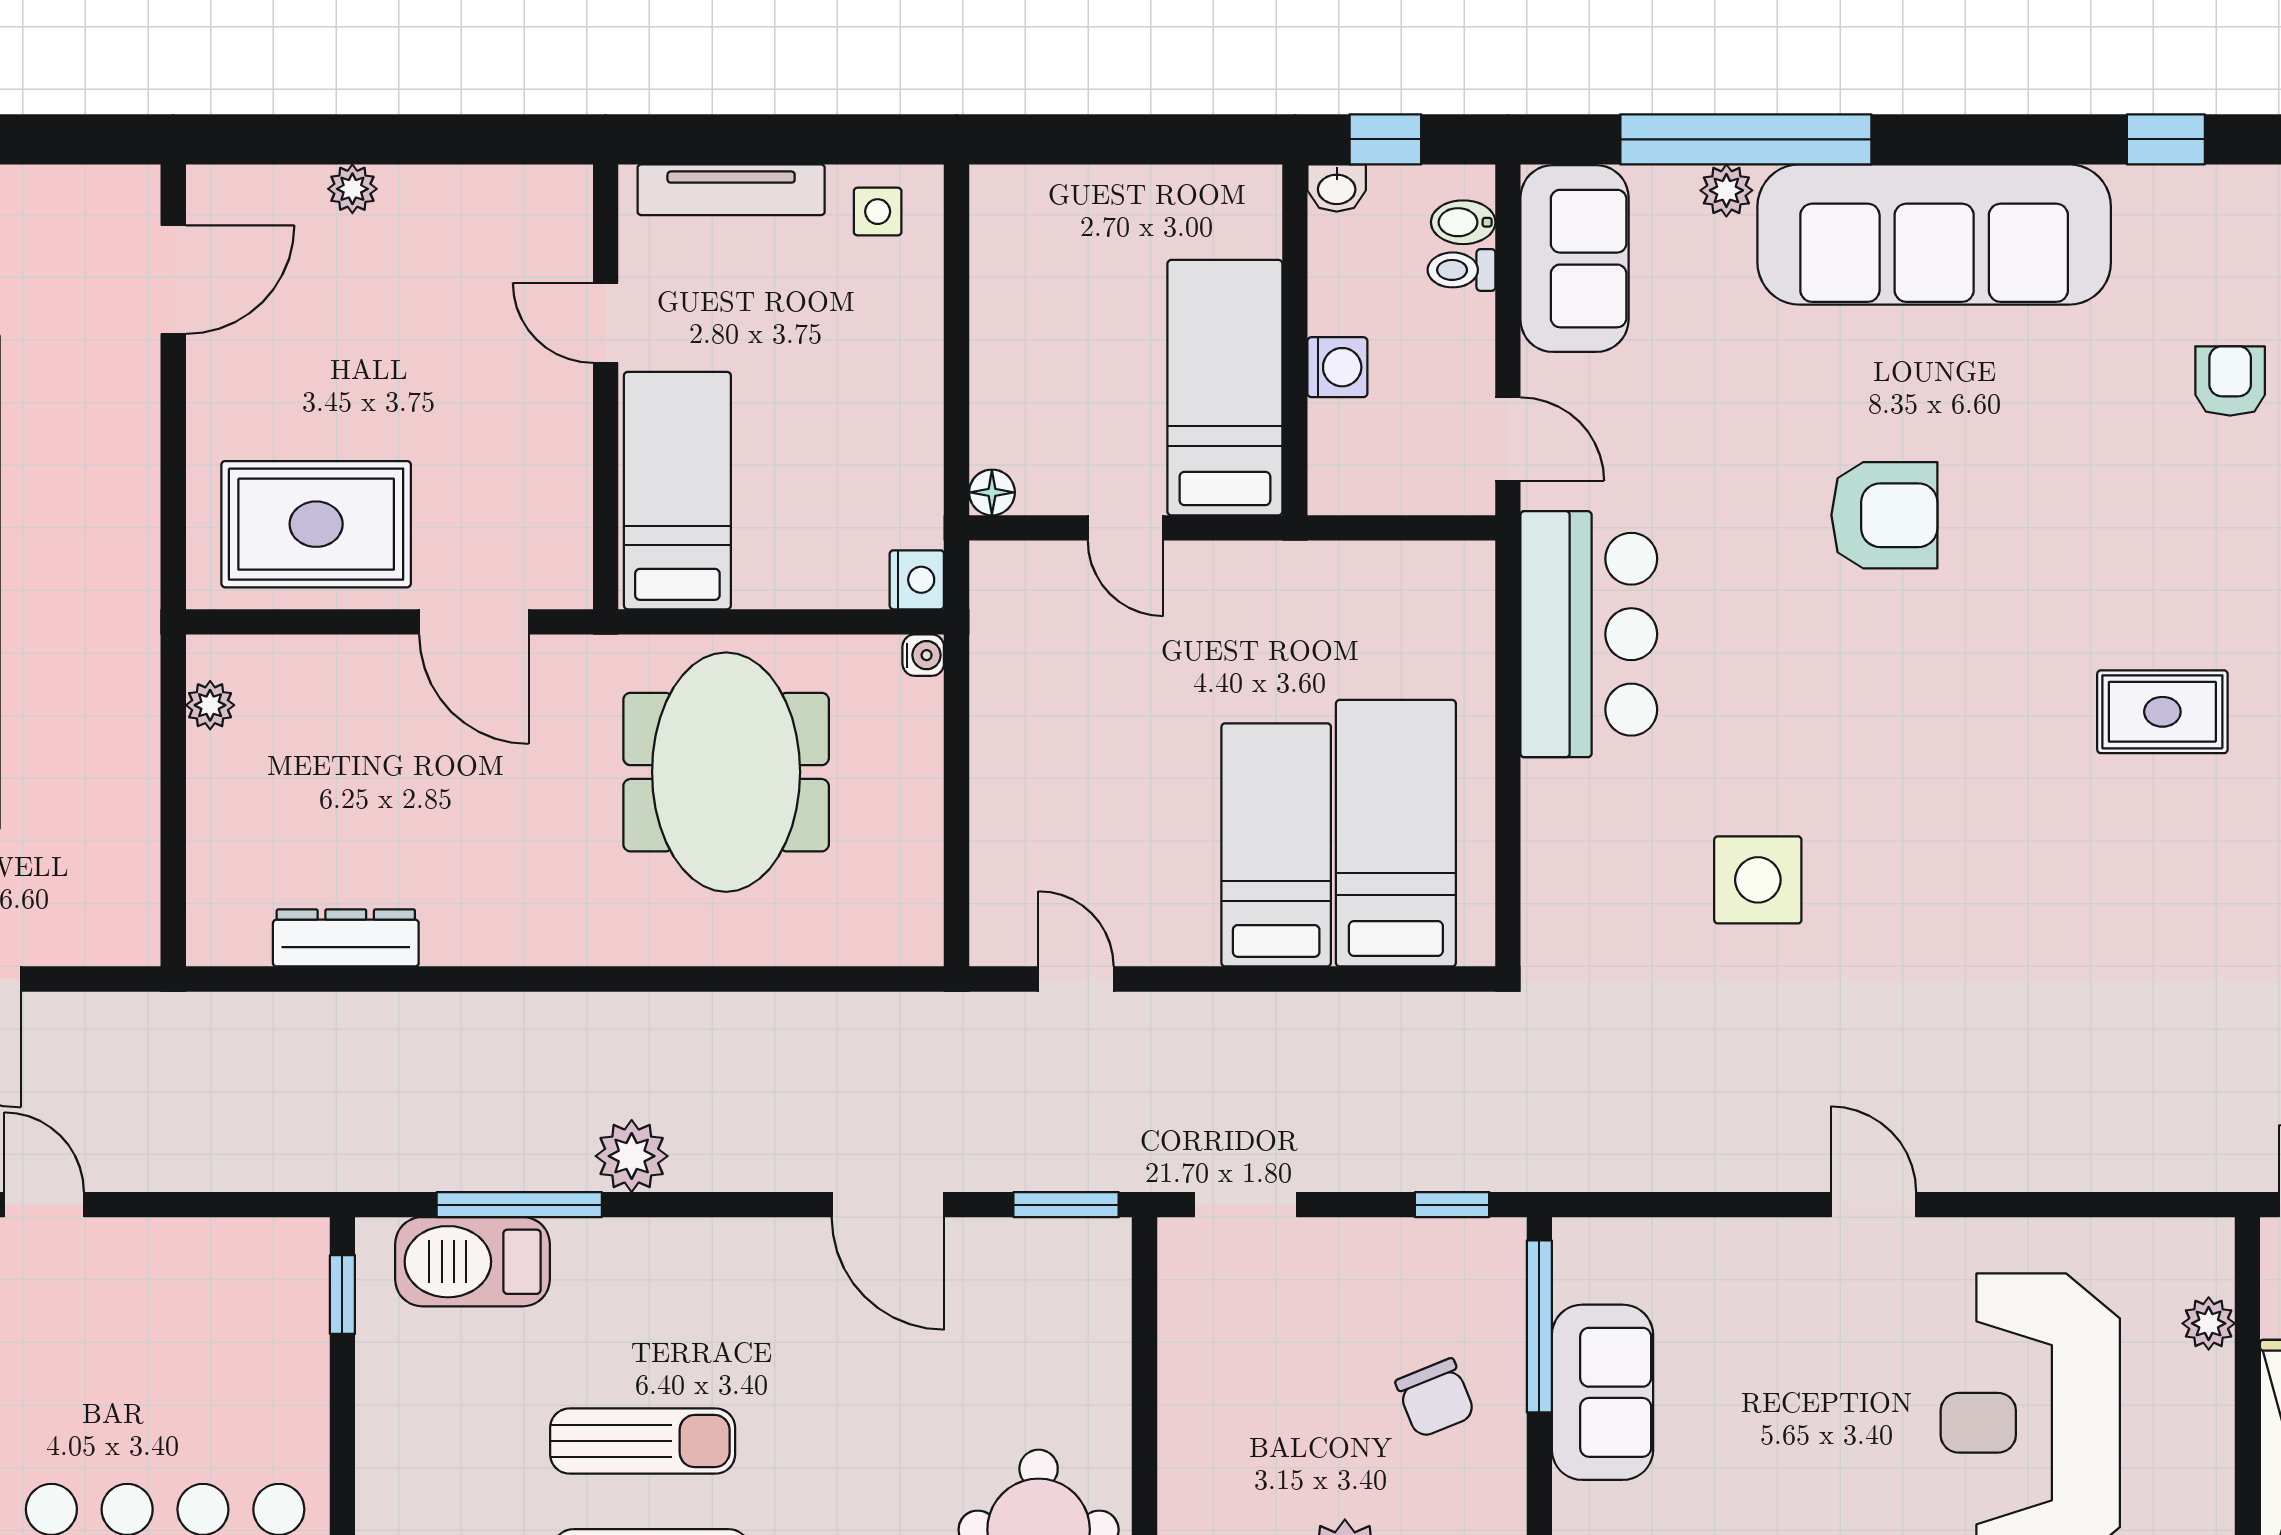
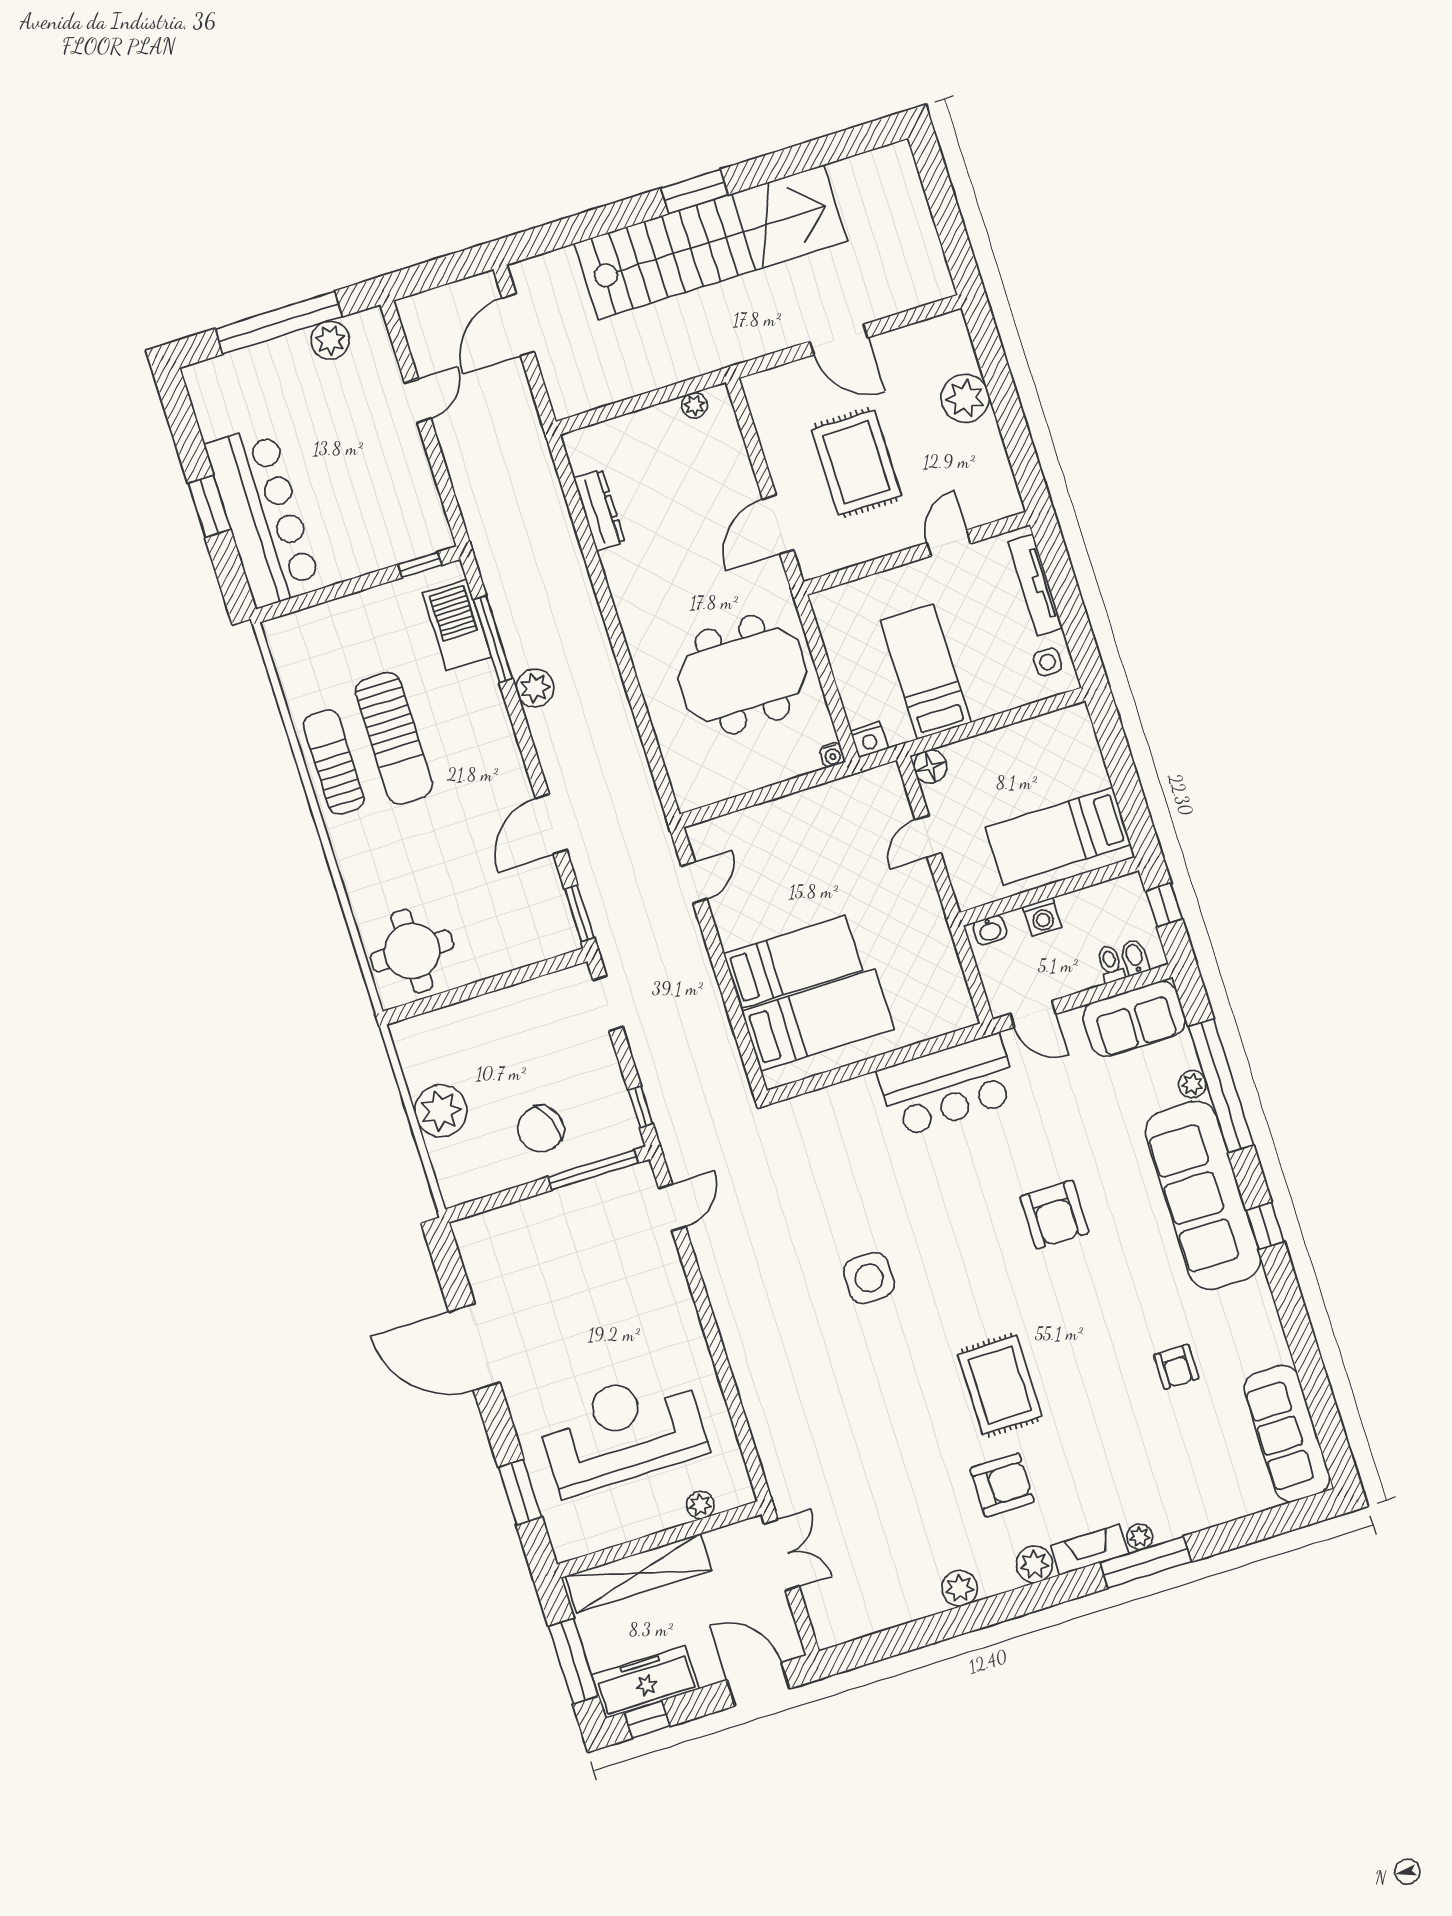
window: (2166, 139) -> (1265, 1226), moved
washbasin: (1337, 188) -> (990, 930), moved, turned -90
plant: (352, 189) -> (965, 398), width x1.87, depth x1.87
door: (173, 280) -> (839, 339), moved
armchair: (2230, 381) -> (1176, 1367), turned 90
bed: (1225, 388) -> (1058, 836), moved, turned 180
door: (1508, 439) -> (1033, 1014), hinge flipped
bed: (677, 491) -> (925, 672), moved, turned -90
floor lamp: (992, 492) -> (930, 767), width x1.37, depth x1.37
rug: (316, 524) -> (856, 463), moved
rug: (2162, 712) -> (1000, 1385), width x1.36, depth x1.43
side table: (1758, 880) -> (869, 1278), moved
door: (1873, 1205) -> (672, 1207), moved
sofa: (1603, 1392) -> (570, 1212), removed
chair: (1435, 1398) -> (541, 1129), width x1.37, depth x1.37
sun lounger: (643, 1441) -> (394, 738), width x1.36, depth x1.34

